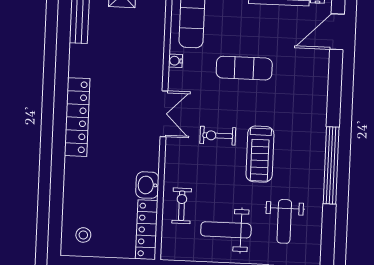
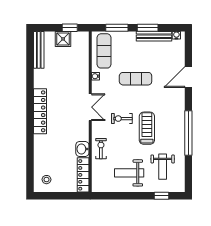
door: (337, 32) -> (188, 77), moved
treadmill: (260, 154) -> (147, 128), turned 180
exercise bike: (182, 206) -> (101, 149), moved

